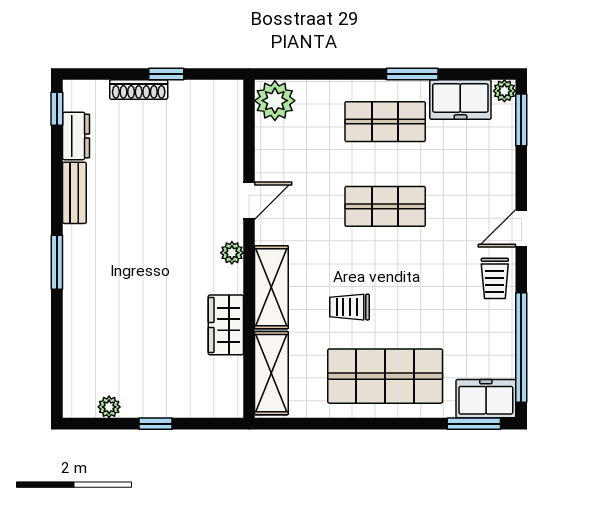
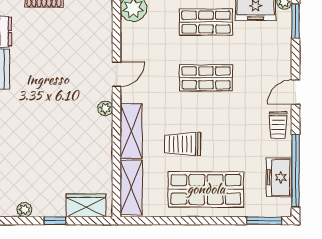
trolley: (350, 307) -> (183, 144), width x1.36, depth x1.39
wardrobe: (226, 325) -> (86, 205), moved, turned 90
freezer: (486, 399) -> (279, 177), moved, turned -90

